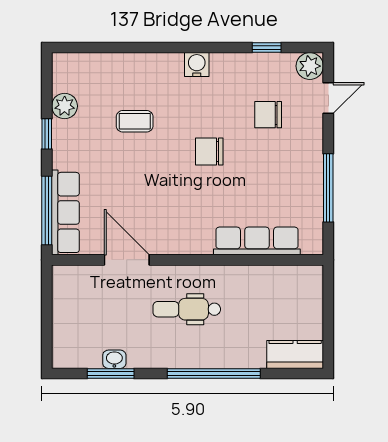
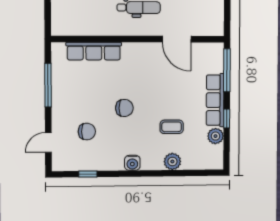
plant: (310, 66) -> (172, 161), moved
row of seats: (65, 212) -> (215, 100), moved

